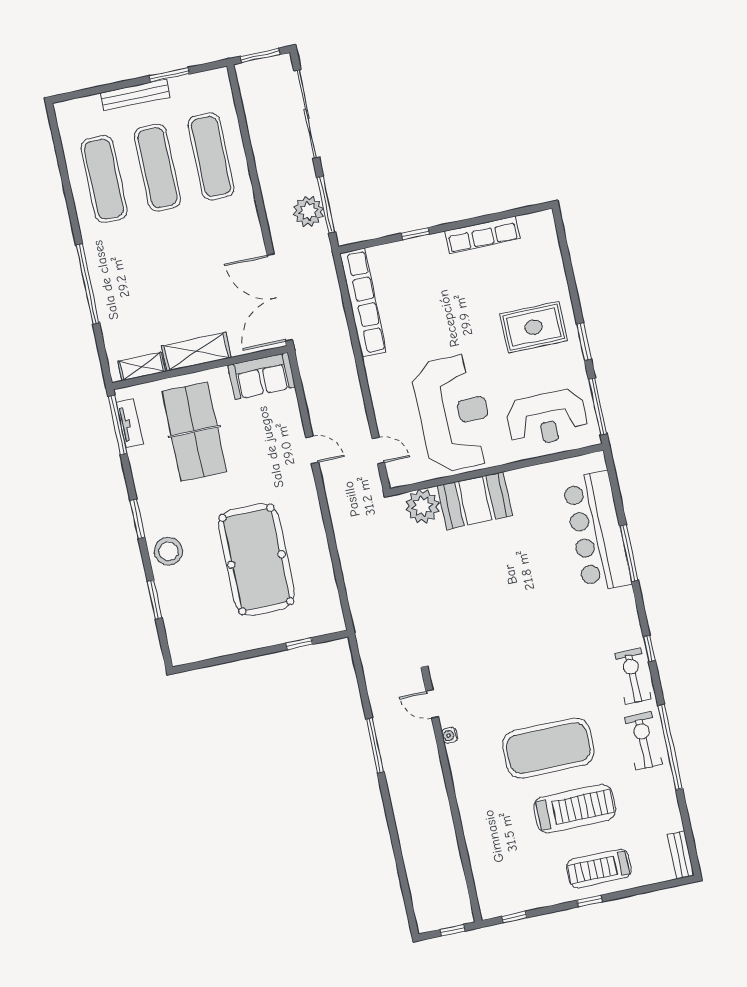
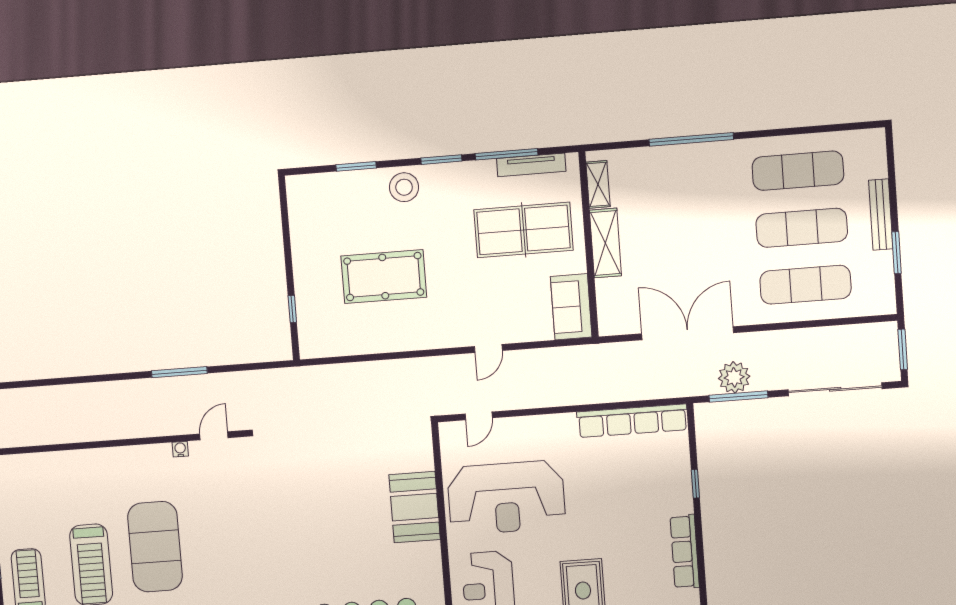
double door: (280, 297) -> (688, 333), moved
tv unit: (130, 423) -> (531, 165), width x1.41
window: (118, 425) -> (507, 154), moved
plant: (422, 506) -> (416, 453), removed
pool table: (256, 560) -> (384, 277), width x0.73, depth x0.76

